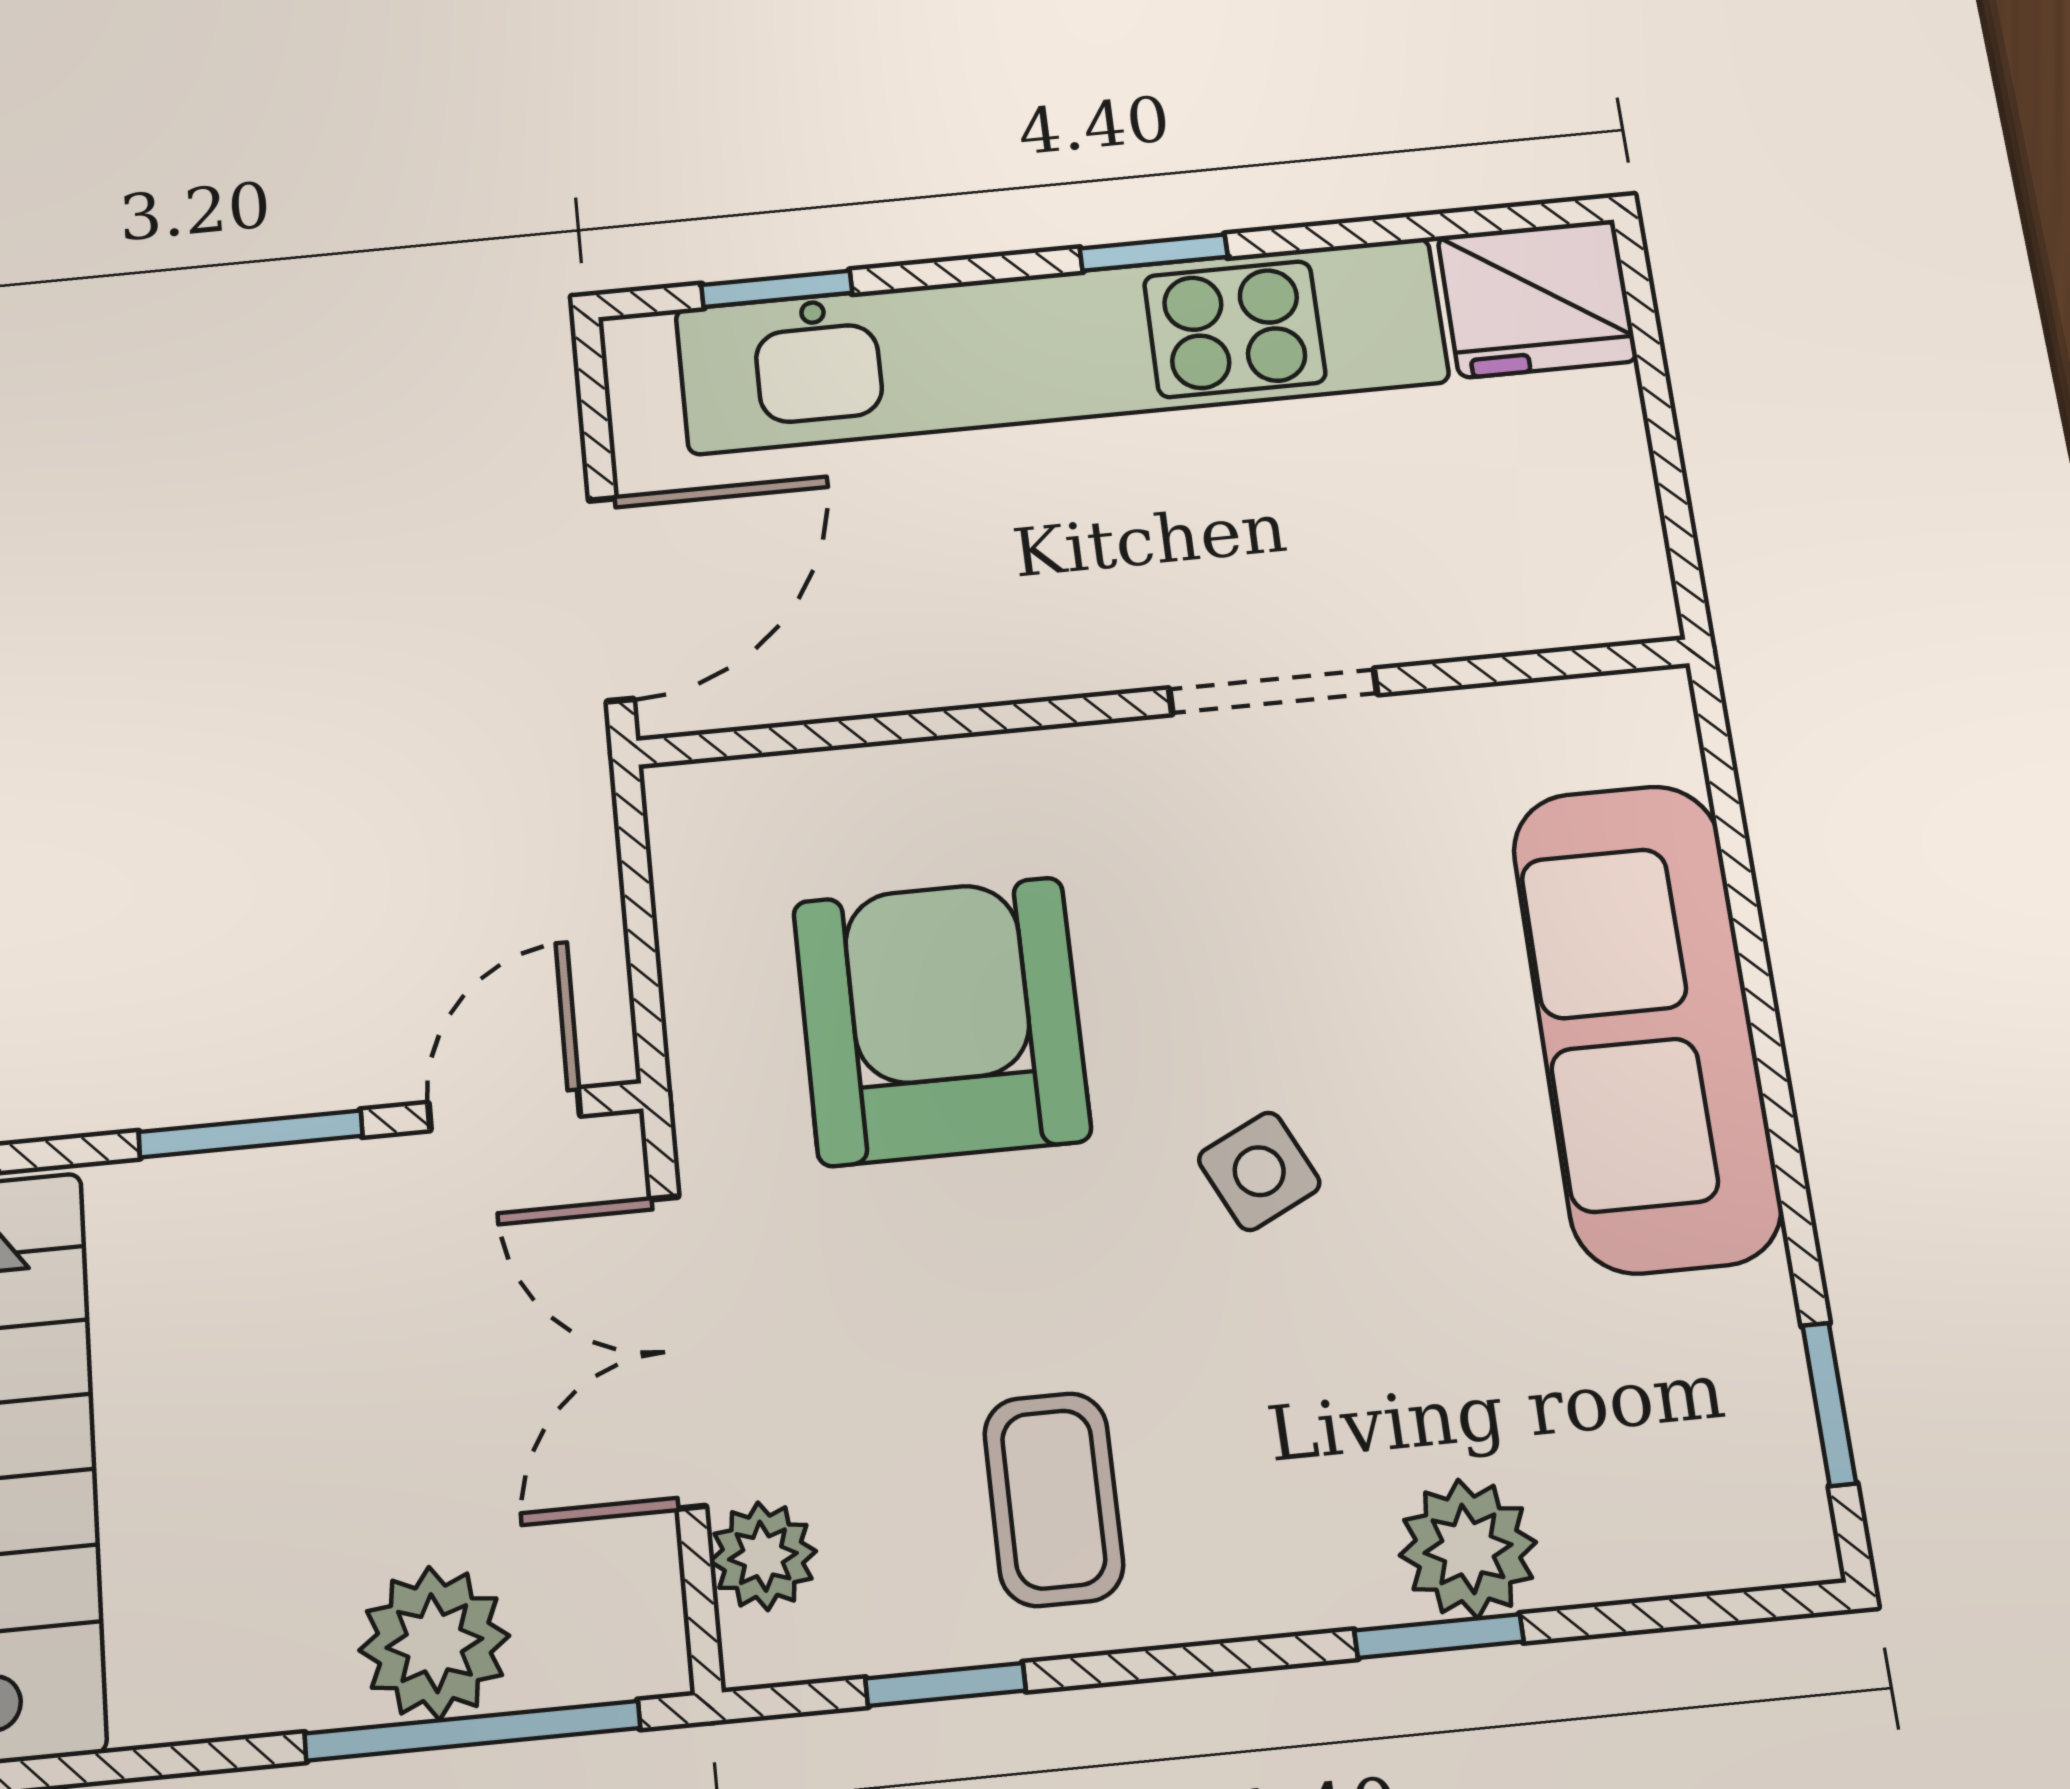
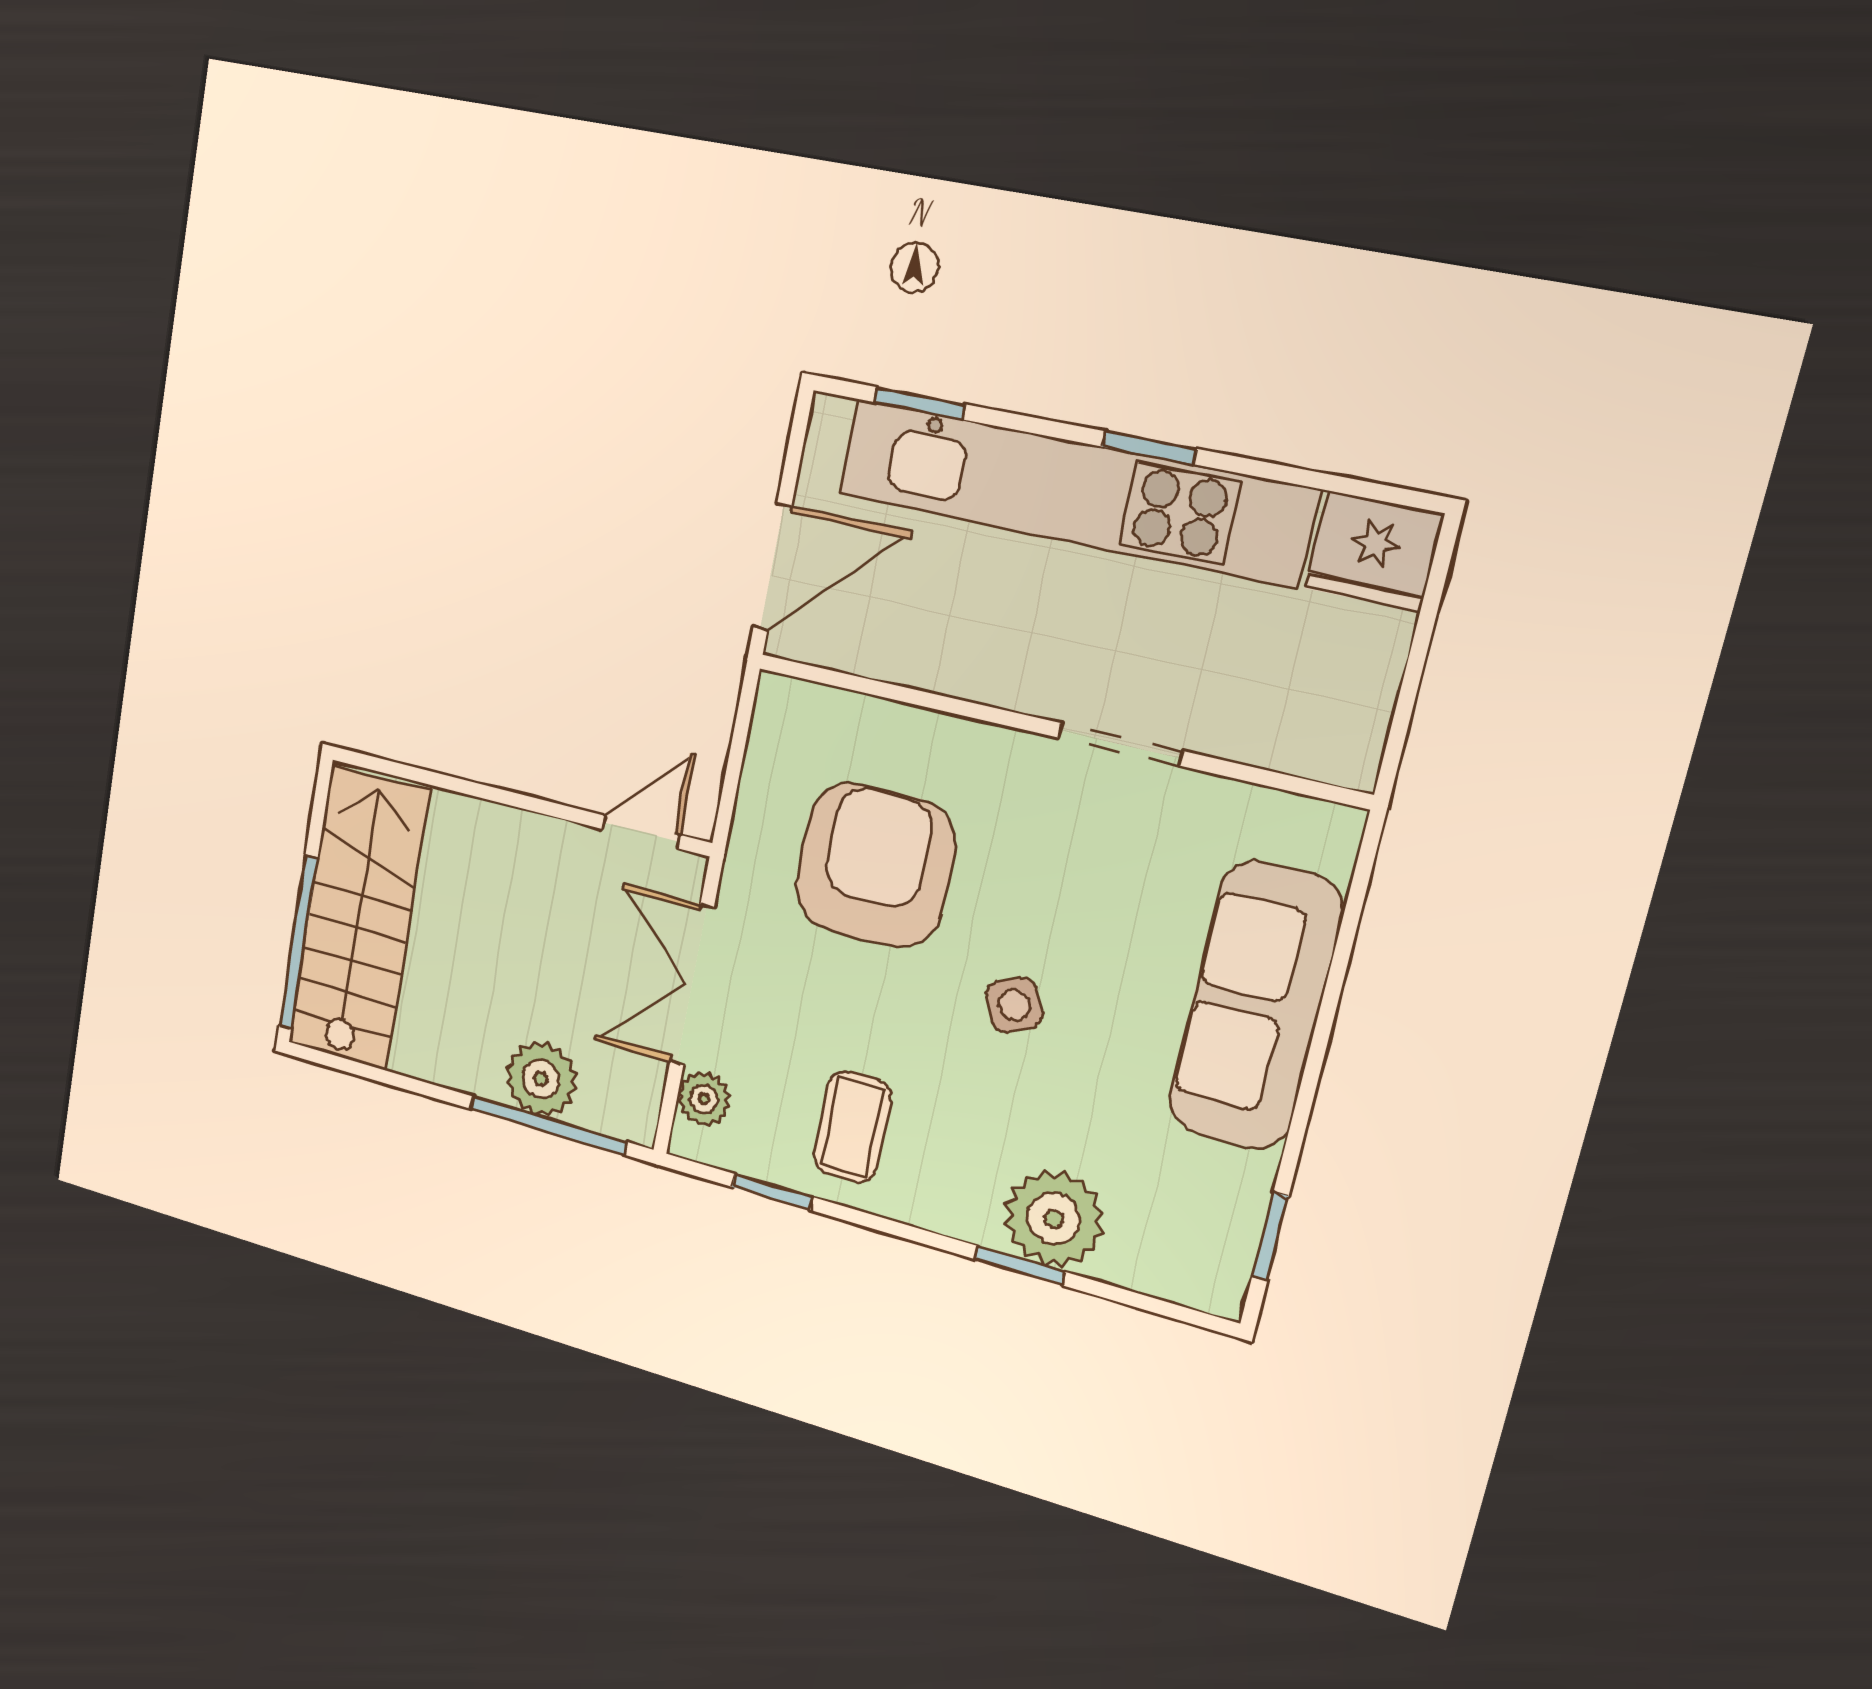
window: (250, 1134) -> (515, 800), removed
plant: (1468, 1549) -> (1054, 1219), width x1.36, depth x1.36

